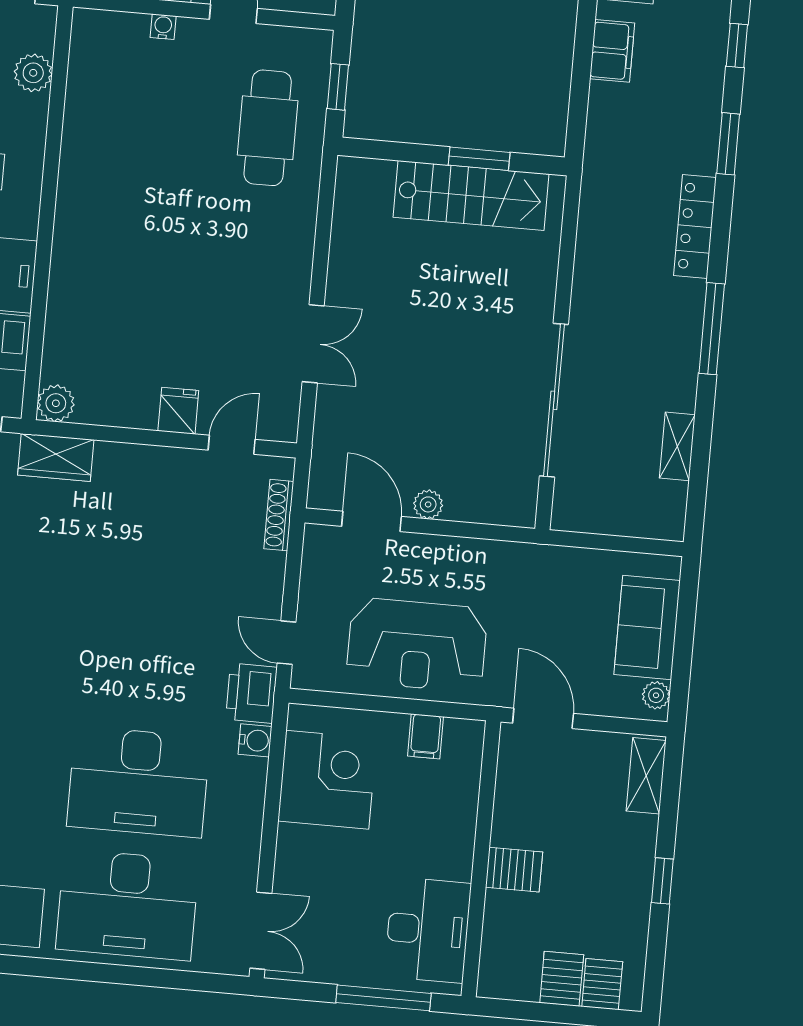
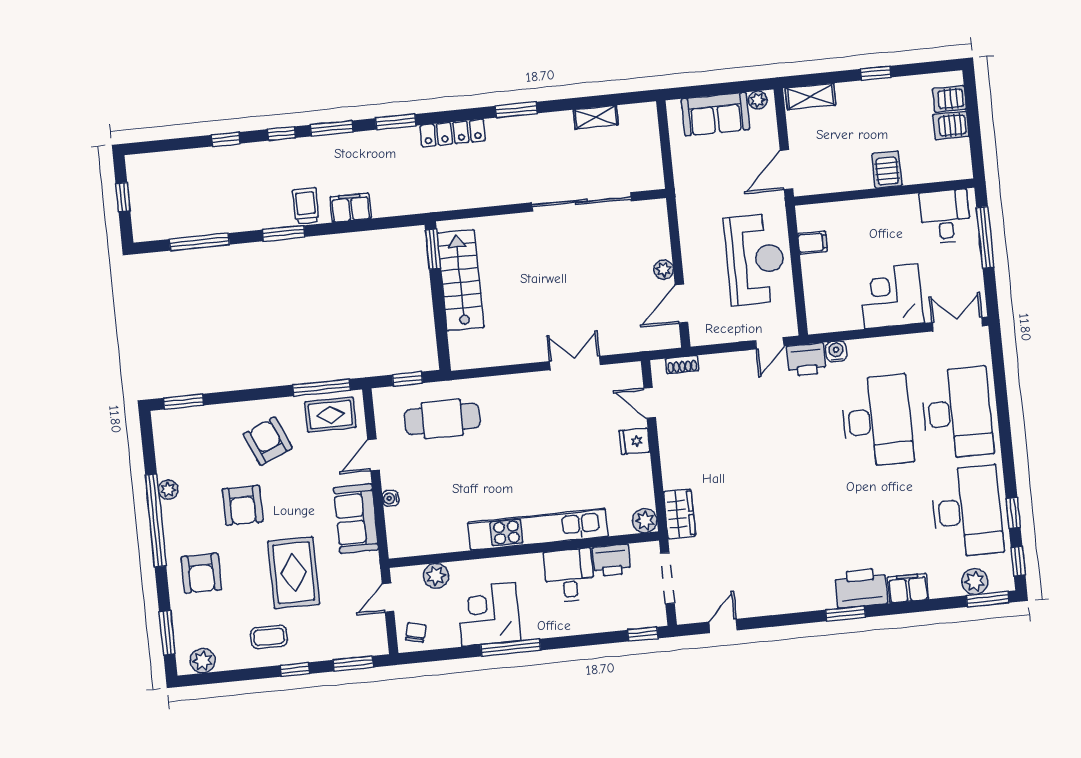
window: (737, 45) -> (332, 128), width x1.50
window: (479, 159) -> (433, 249), moved
kitchen unit: (74, 240) -> (538, 529), added
window: (712, 329) -> (516, 110), width x0.69
shoe rack: (279, 515) -> (682, 365), width x0.70
corner desk: (327, 780) -> (891, 296), moved
desk: (428, 930) -> (945, 216), width x0.73

